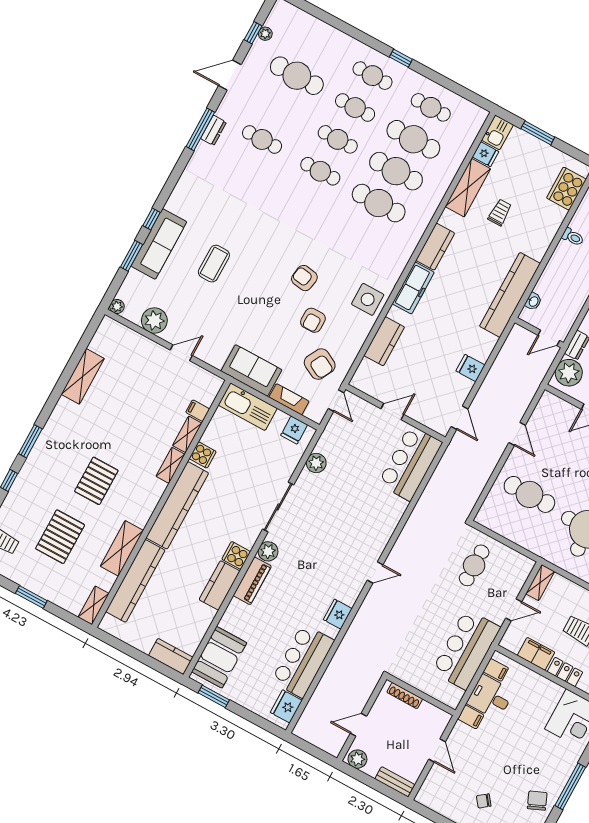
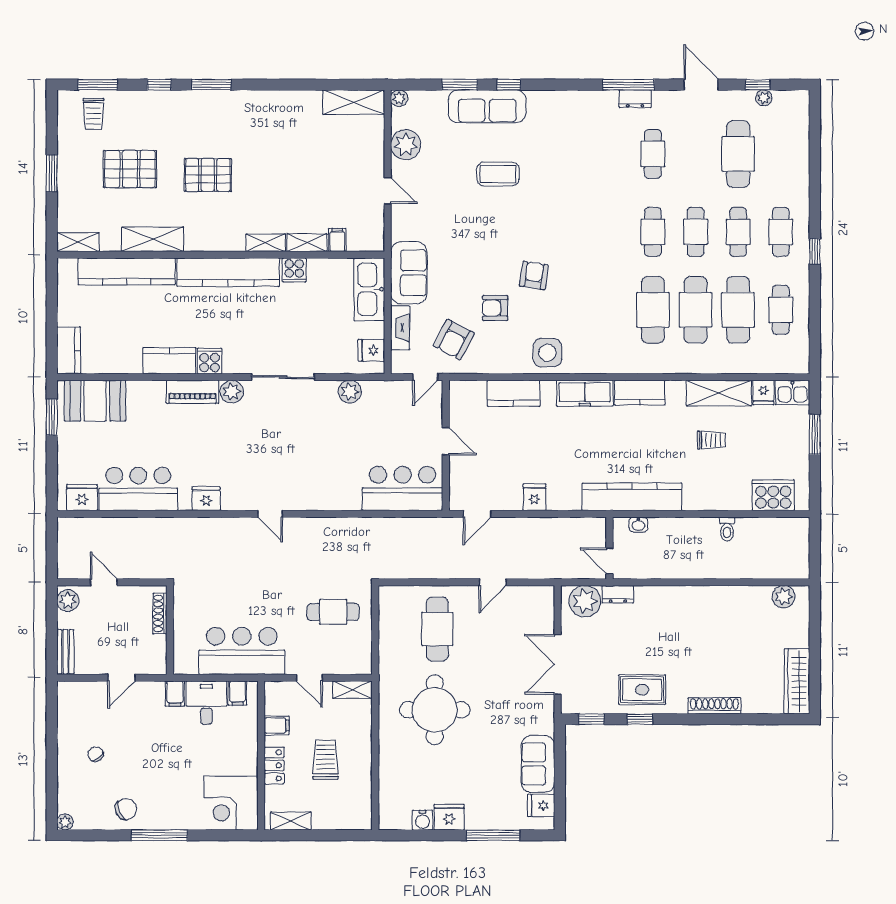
shelving: (83, 376) -> (354, 102), moved
filing cabinet: (536, 654) -> (277, 725), width x0.50

